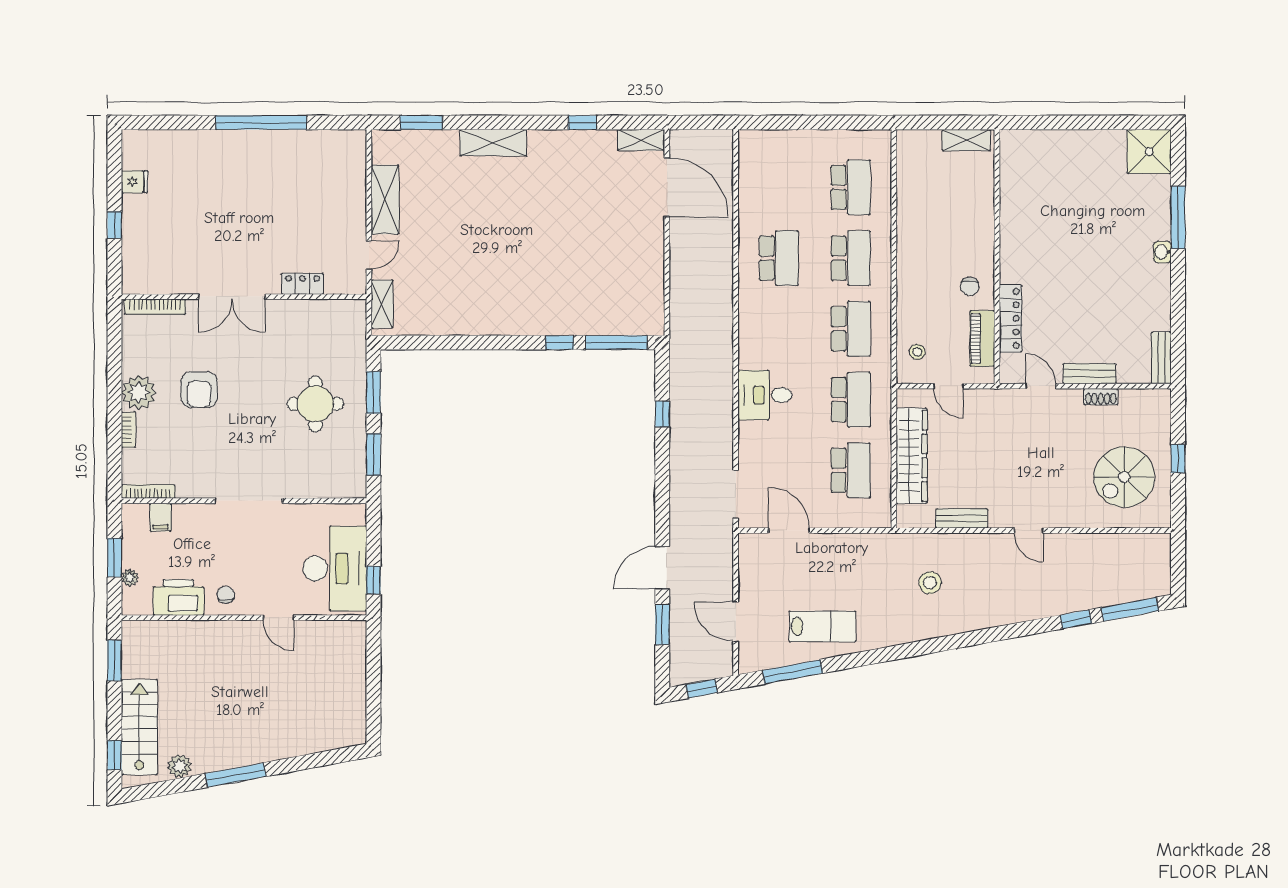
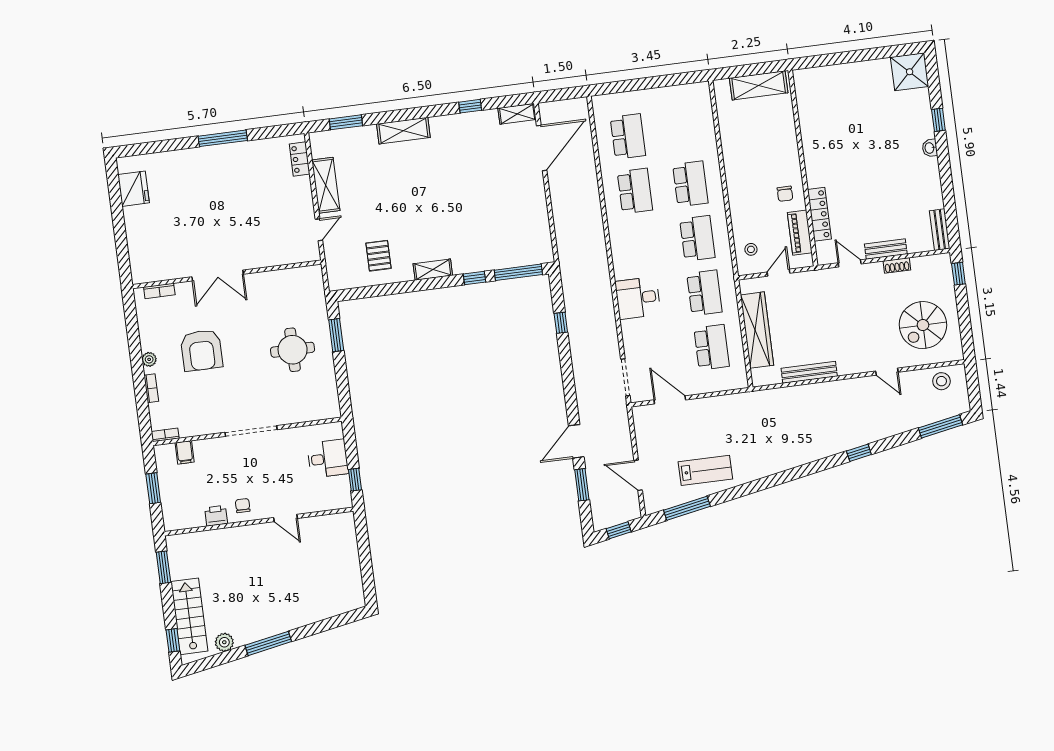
window: (261, 122) -> (223, 138), width x0.68
shelving: (966, 140) -> (759, 85), width x1.50, depth x1.33
fridge: (135, 182) -> (134, 189), width x1.88, depth x1.34
school desk: (851, 187) -> (628, 136), moved
door: (667, 188) -> (542, 148), hinge flipped
window: (1178, 217) -> (938, 120), width x0.46
window: (114, 225) -> (120, 232), removed
locker: (302, 284) -> (300, 159), moved, turned -90
pallet: (441, 298) -> (378, 256), added
shelving: (382, 304) -> (433, 270), moved, turned 90
bookcase: (155, 307) -> (159, 291), width x0.64
door: (949, 386) -> (778, 273), swing flipped
armchair: (199, 390) -> (202, 350), width x1.36, depth x1.36
plant: (139, 392) -> (149, 359), width x0.53, depth x0.53
window: (373, 454) -> (342, 383), removed
window: (1178, 459) -> (958, 274), moved
bookcase: (148, 492) -> (165, 435), width x0.64
bench: (962, 518) -> (809, 372), width x1.36
door: (1029, 531) -> (887, 372), moved
desk: (335, 568) -> (328, 459), width x0.53, depth x0.77
plant: (130, 578) -> (167, 502), removed
stool: (930, 583) -> (941, 381), moved
printer: (178, 597) -> (216, 516), width x0.53, depth x0.68
window: (1076, 619) -> (859, 453), moved

